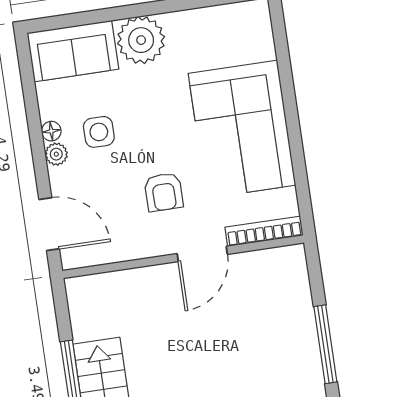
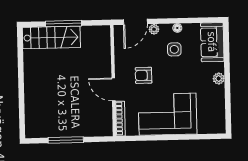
plant: (141, 40) -> (219, 79), width x0.53, depth x0.53
plant: (56, 154) -> (154, 29), moved

